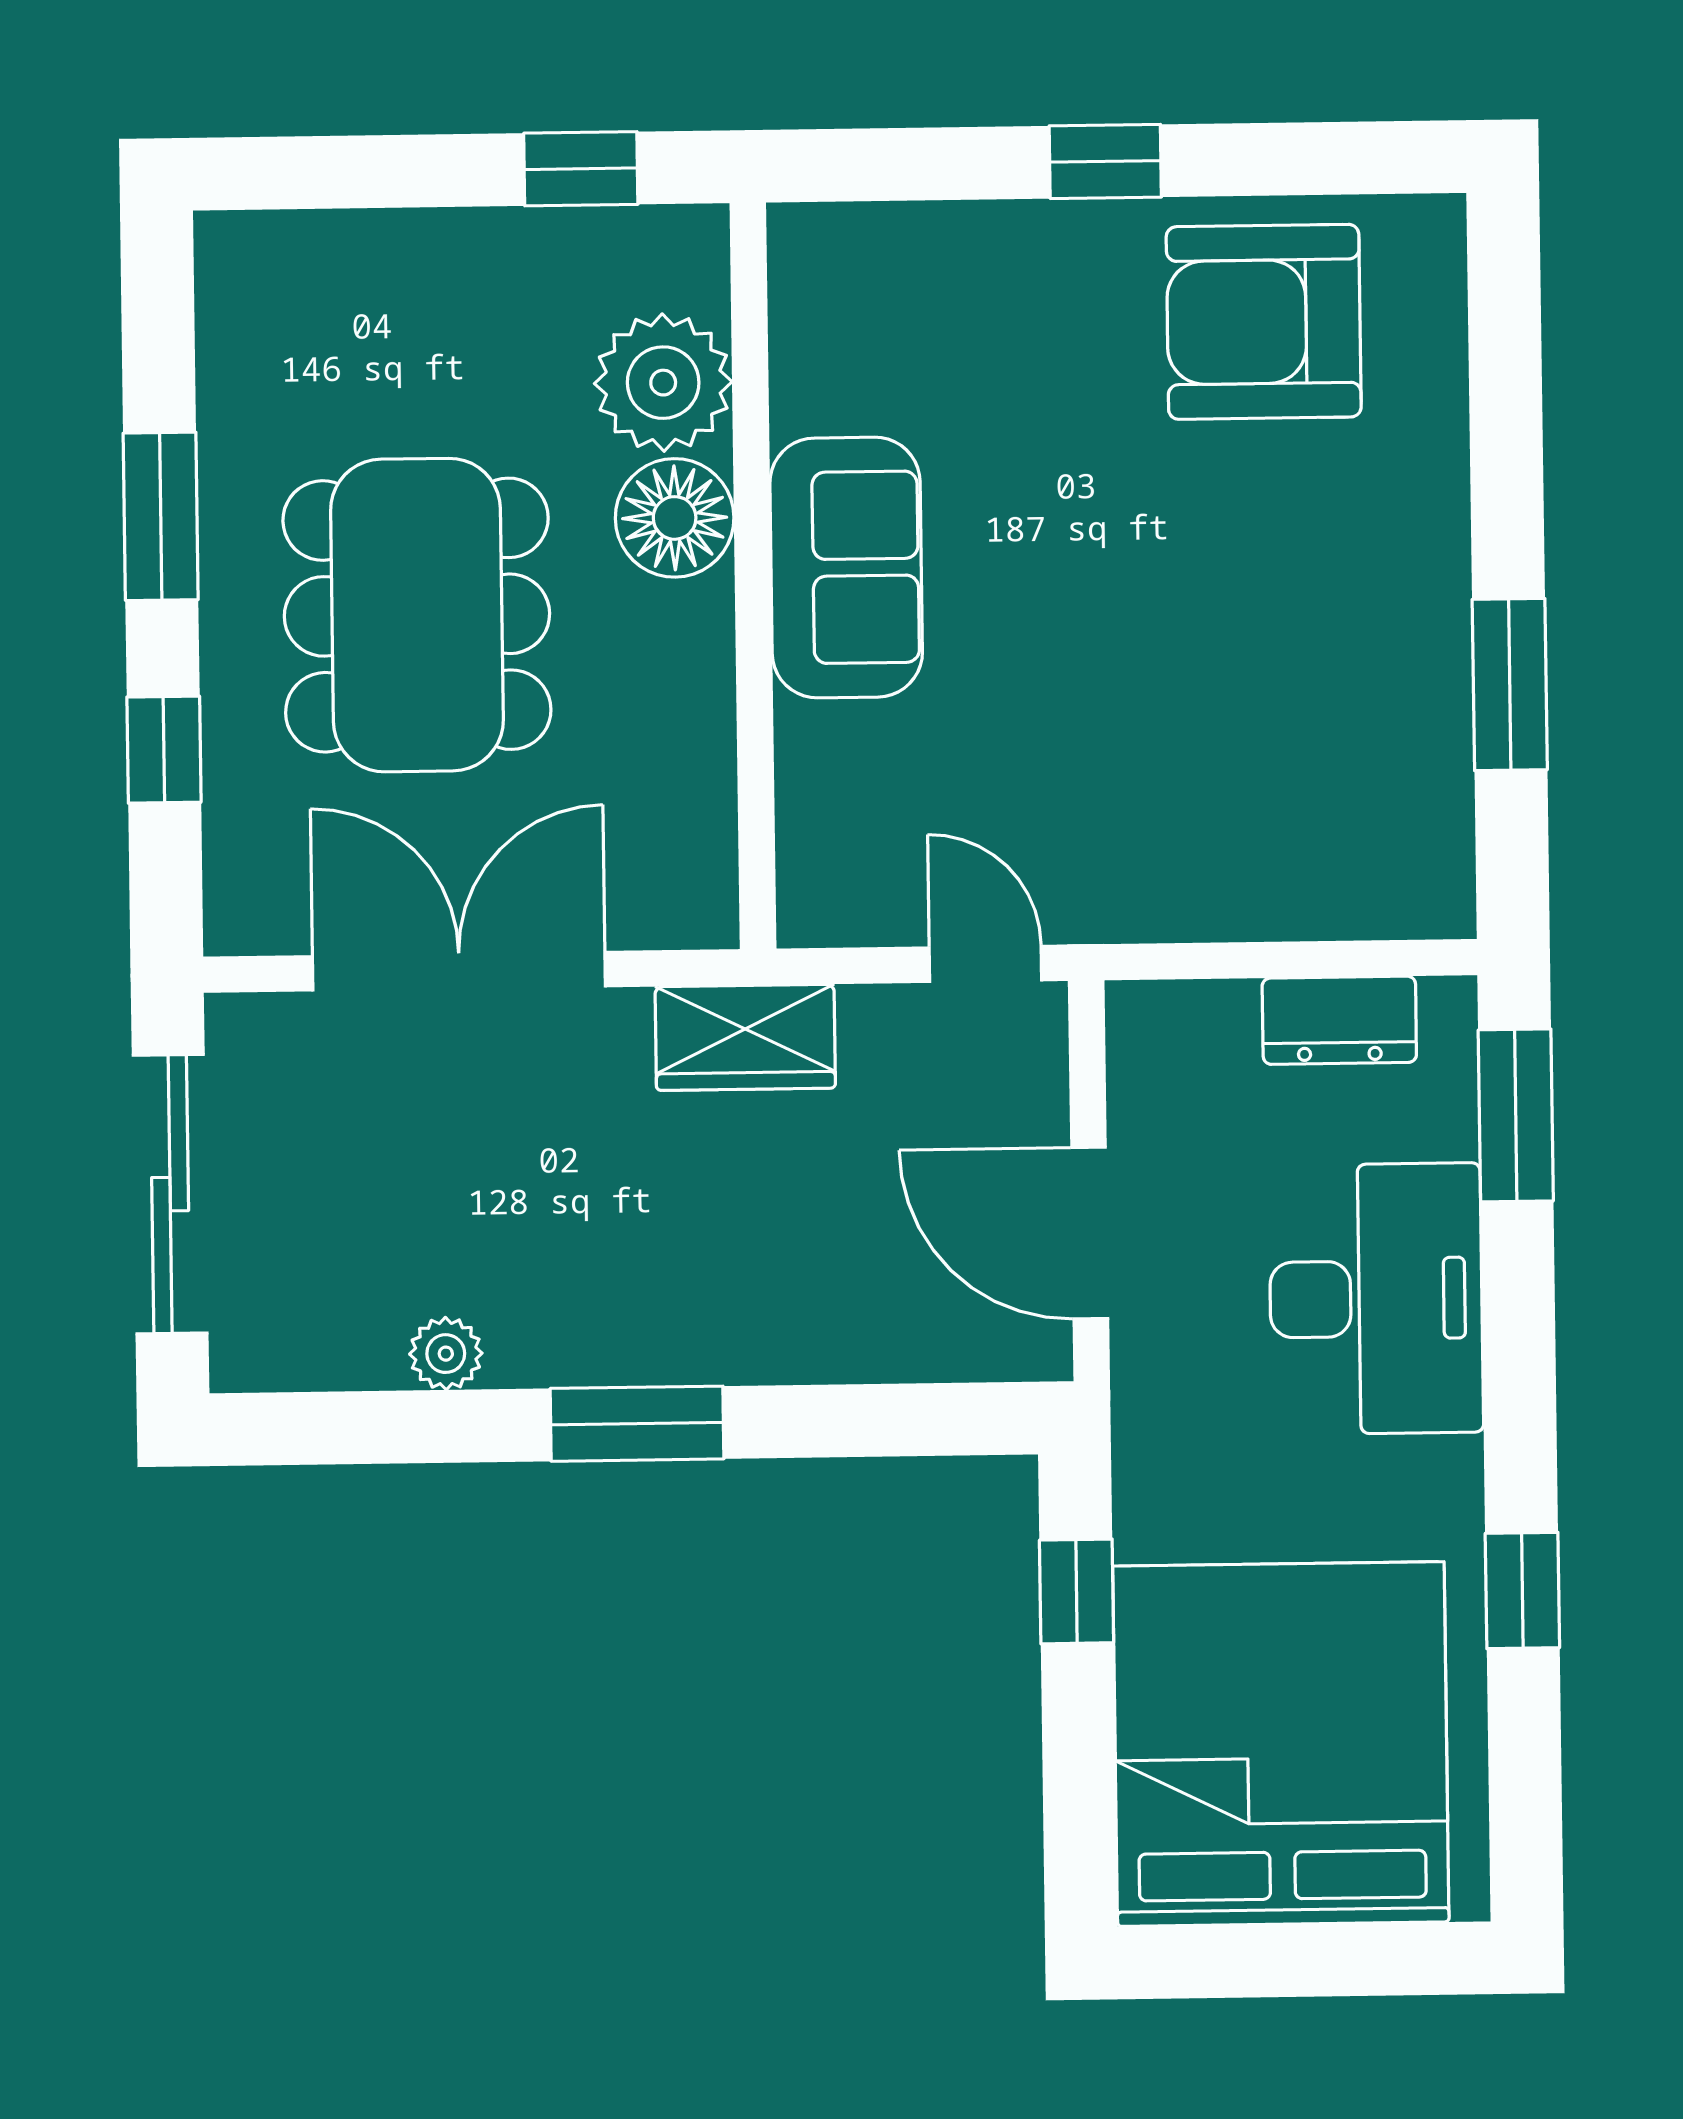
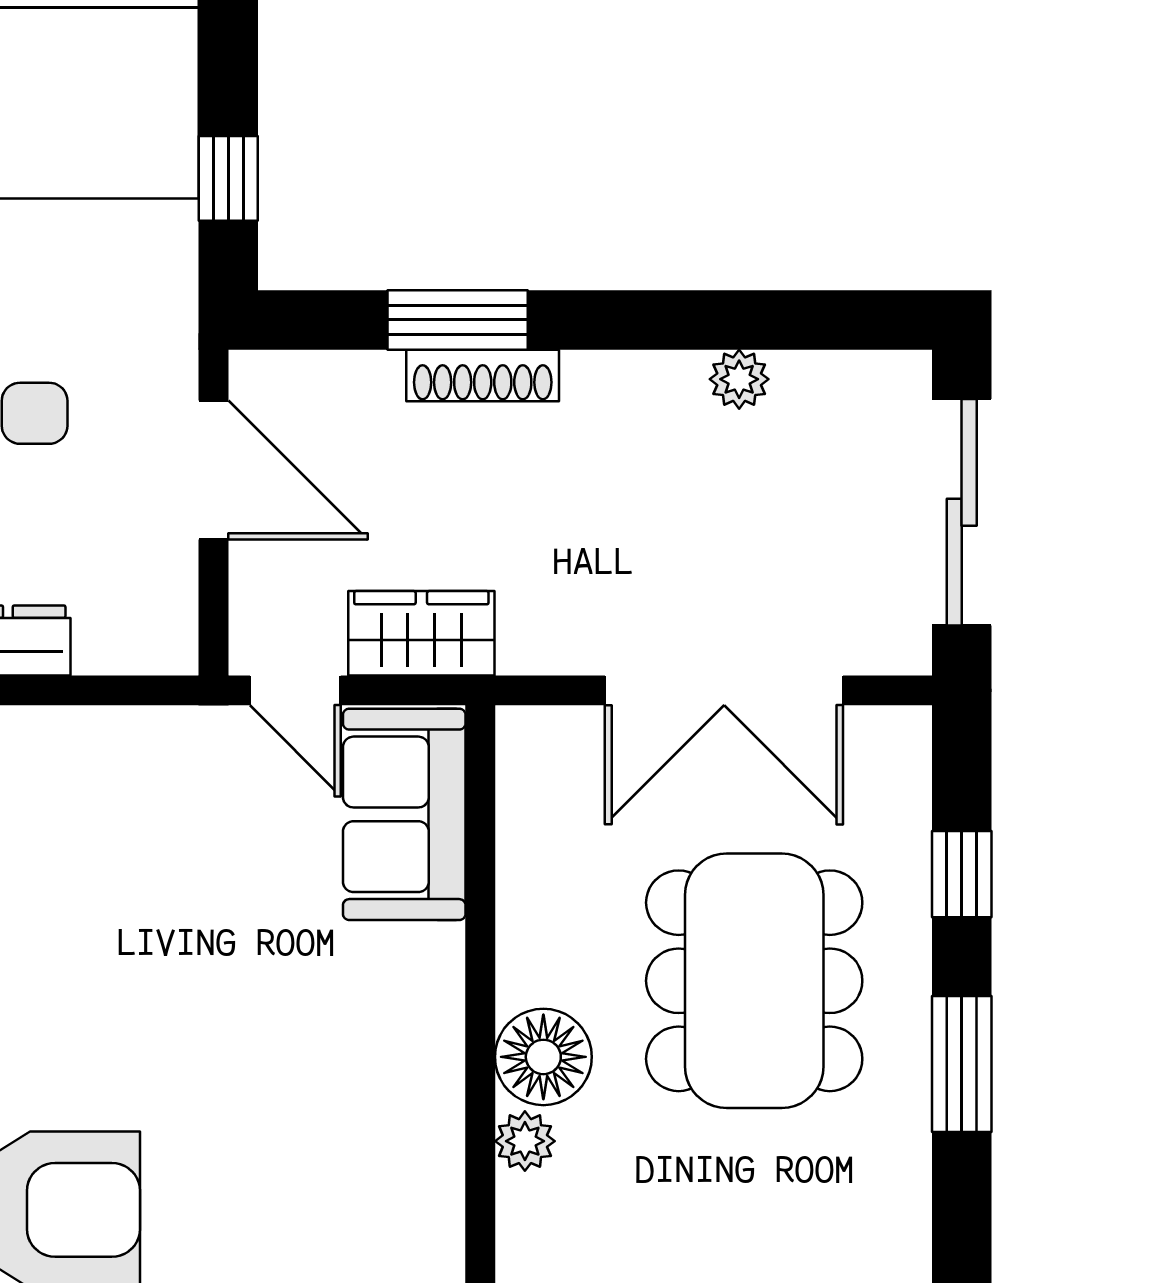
plant: (663, 383) -> (525, 1141), width x0.53, depth x0.53
sofa: (846, 568) -> (404, 814), moved
wardrobe: (745, 1037) -> (421, 633), moved
shoe rack: (761, 1354) -> (483, 376), added
window: (637, 1424) -> (458, 320), moved

